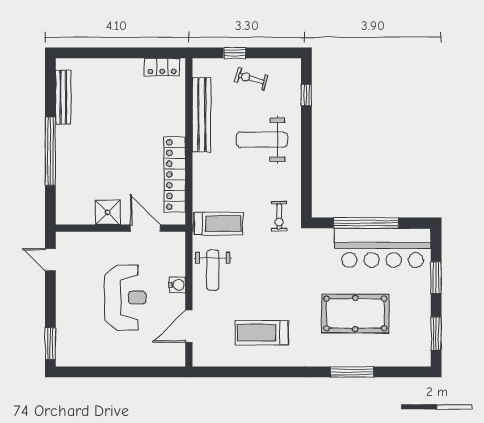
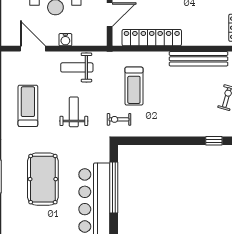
weight bench: (262, 140) -> (74, 112), moved, width x0.73, depth x0.75
treadmill: (219, 224) -> (134, 86), moved

